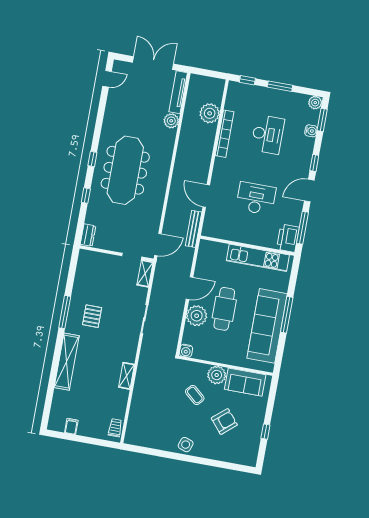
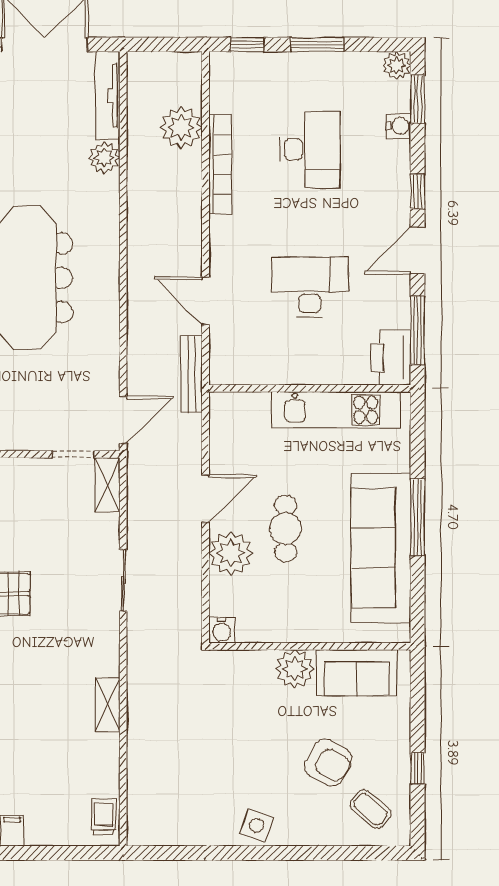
cafe table: (224, 309) -> (286, 529), width x0.73, depth x0.74
coffee table: (195, 395) -> (371, 809), moved
armchair: (224, 422) -> (328, 763), turned 69

